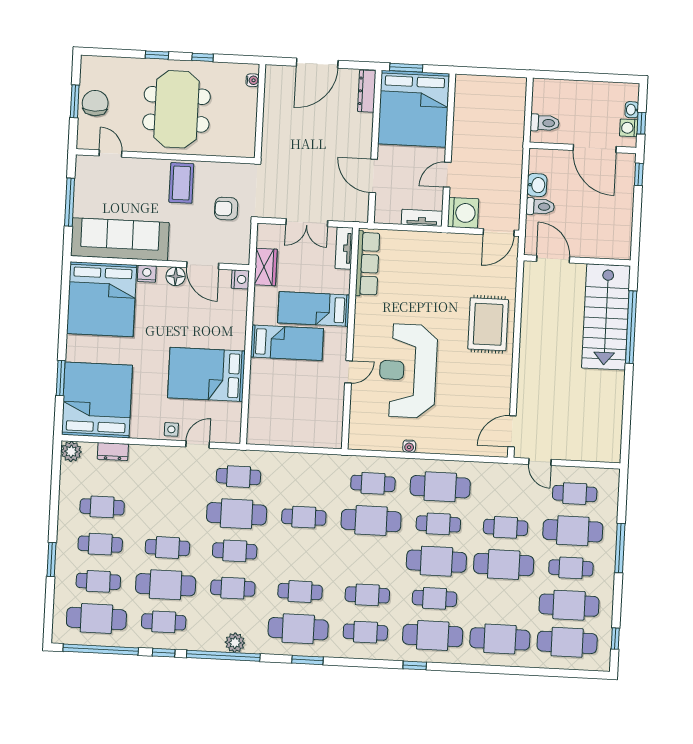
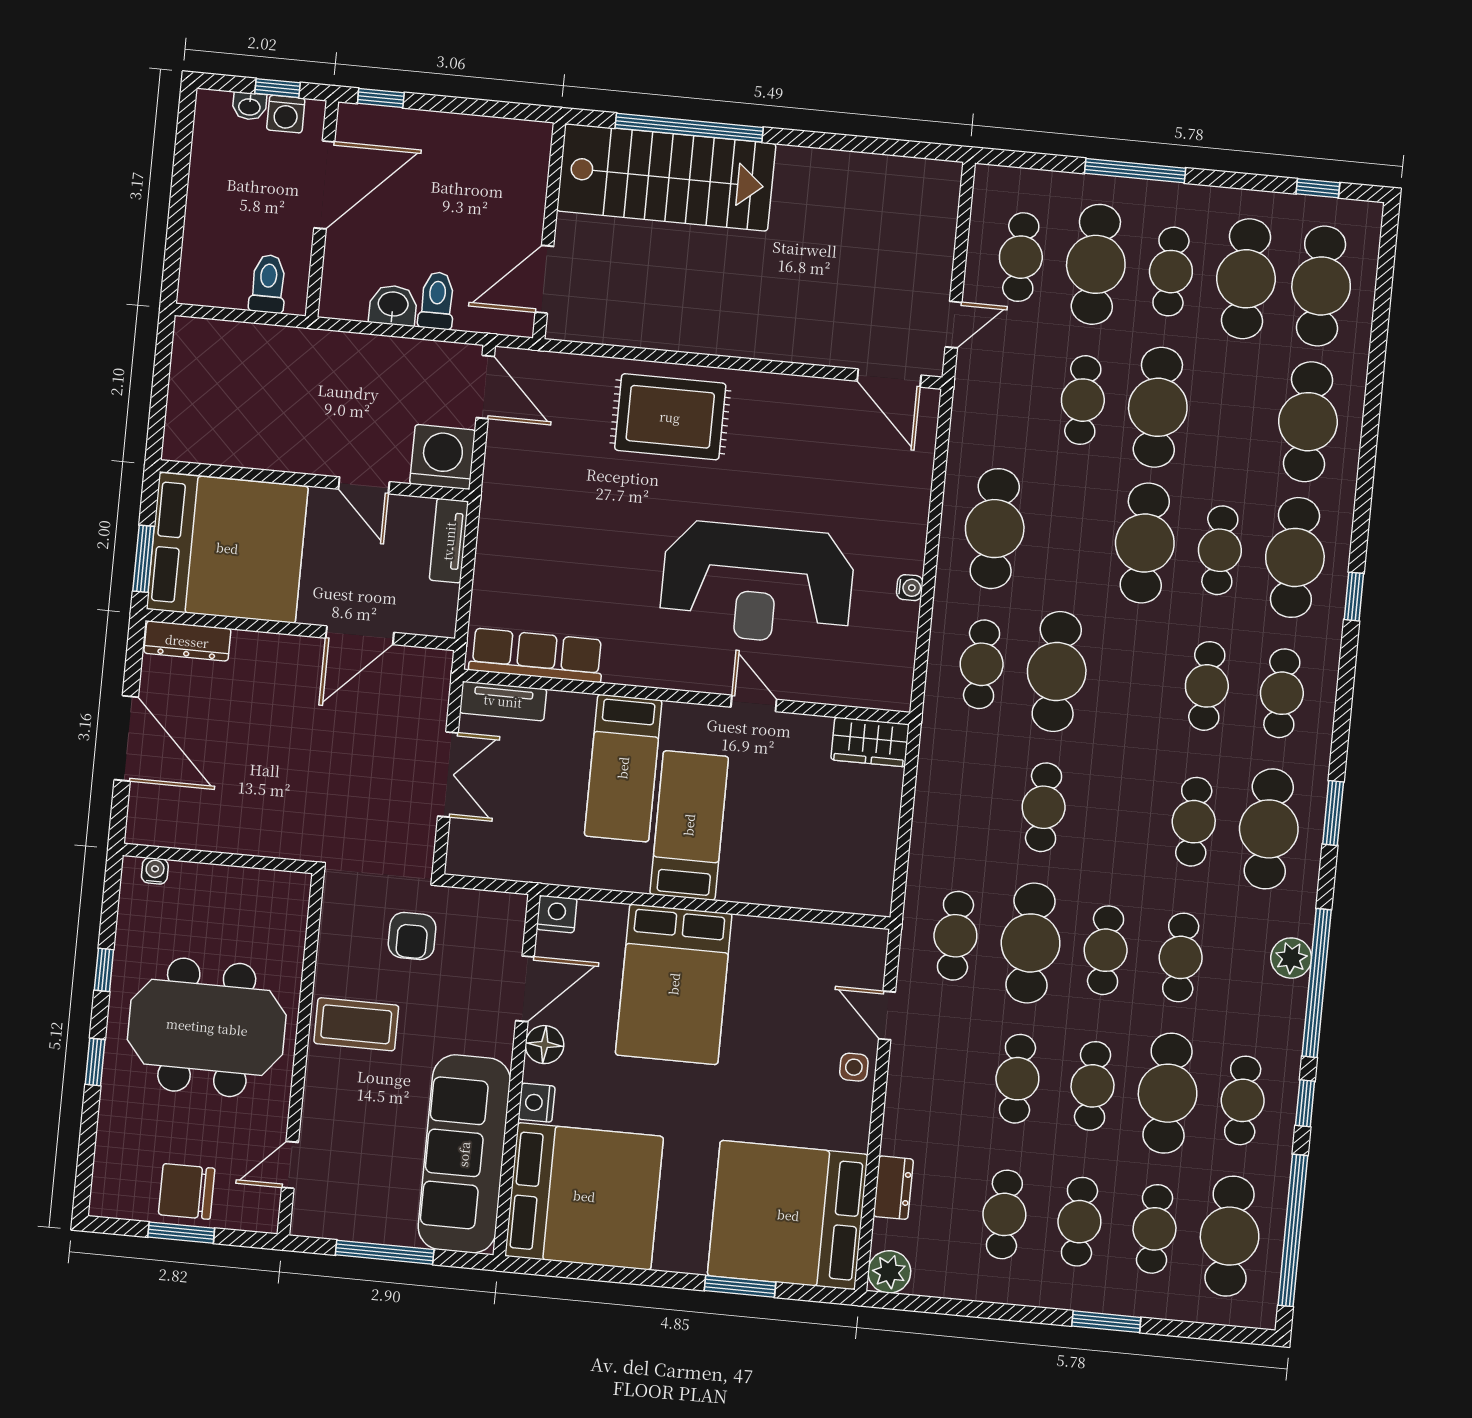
wardrobe: (266, 267) -> (870, 742), moved, turned 180
bed: (206, 374) -> (674, 984), moved
cafe table: (438, 524) -> (1017, 1079), moved

